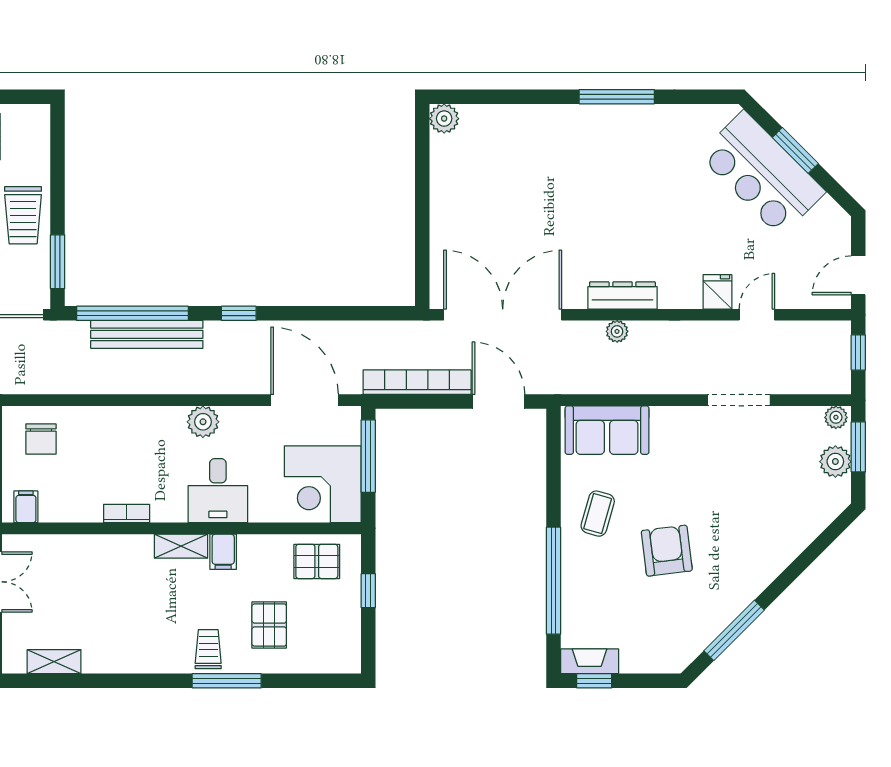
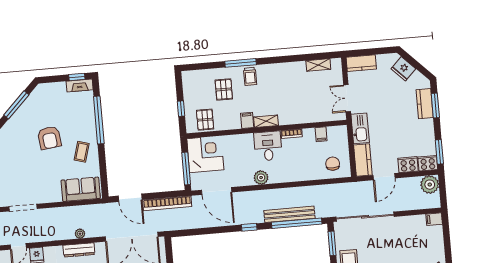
desk: (218, 491) -> (268, 146), moved
filing cabinet: (26, 507) -> (321, 134), moved
pallet: (317, 561) -> (205, 120), turned 90

